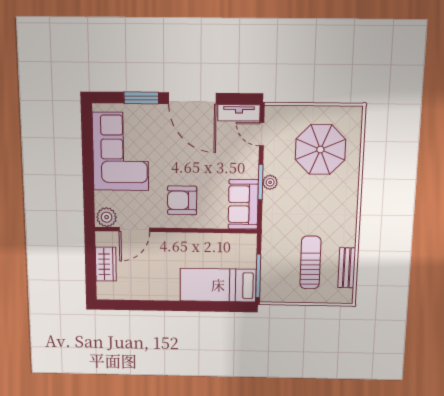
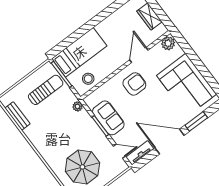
plant: (270, 182) -> (78, 106), moved
sofa: (243, 204) -> (108, 118), moved
door: (134, 230) -> (139, 55), moved
stool: (231, 248) -> (88, 79), added
sun lounger: (310, 263) -> (46, 90), moved, turned -90

